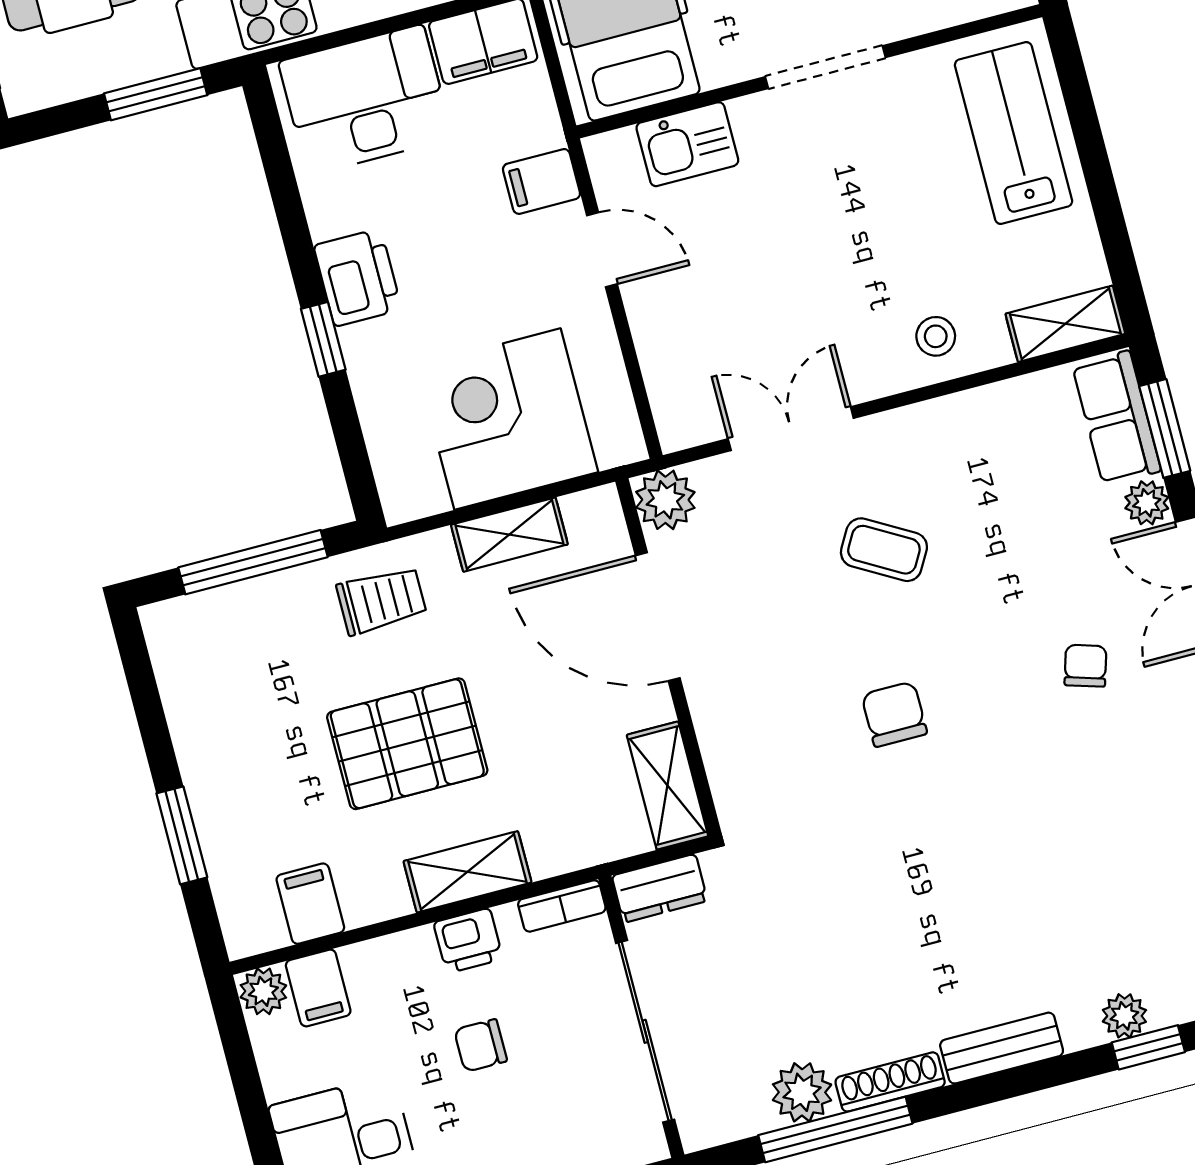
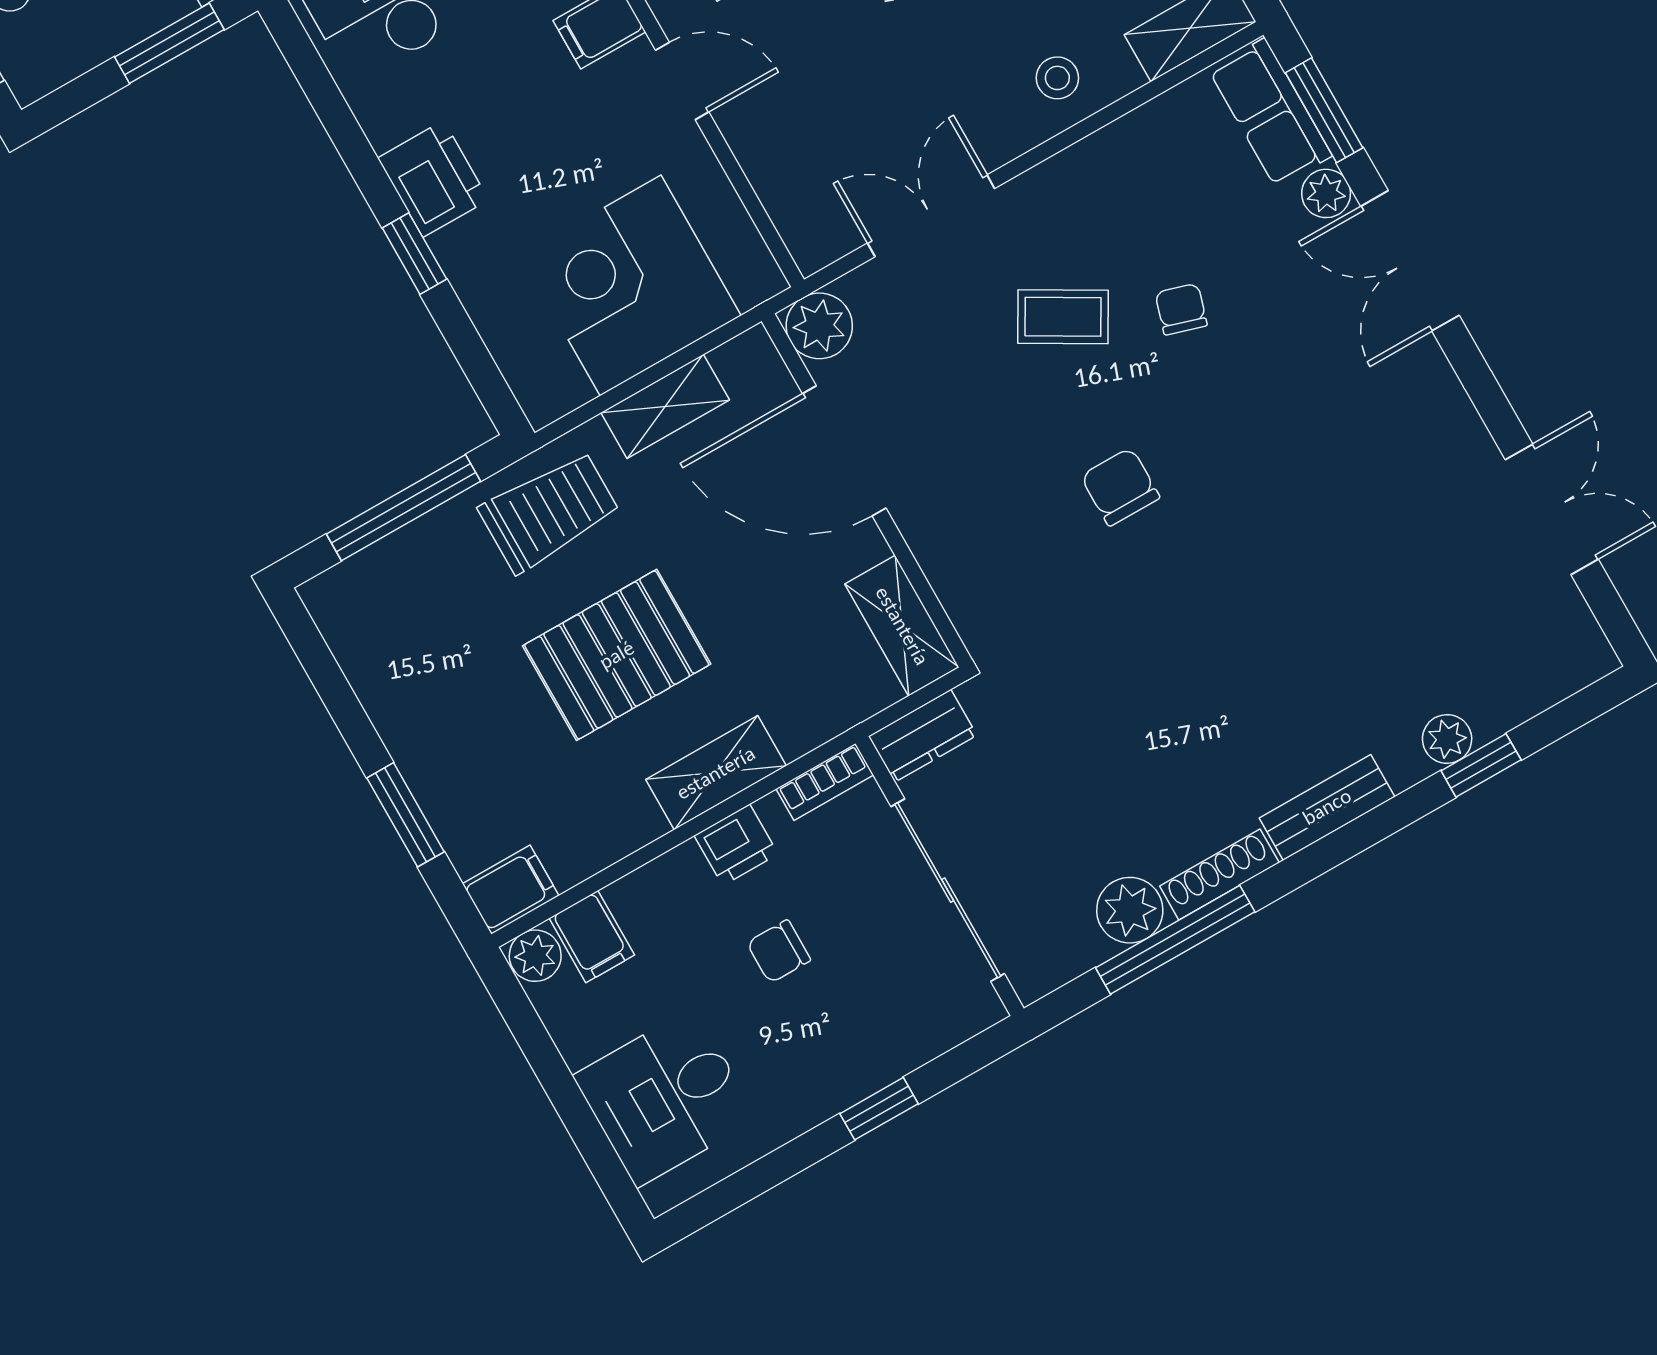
trolley: (382, 600) -> (549, 512), width x1.36, depth x1.39
chair: (1085, 666) -> (1181, 309), moved
filing cabinet: (310, 904) -> (511, 890), moved, turned 90

